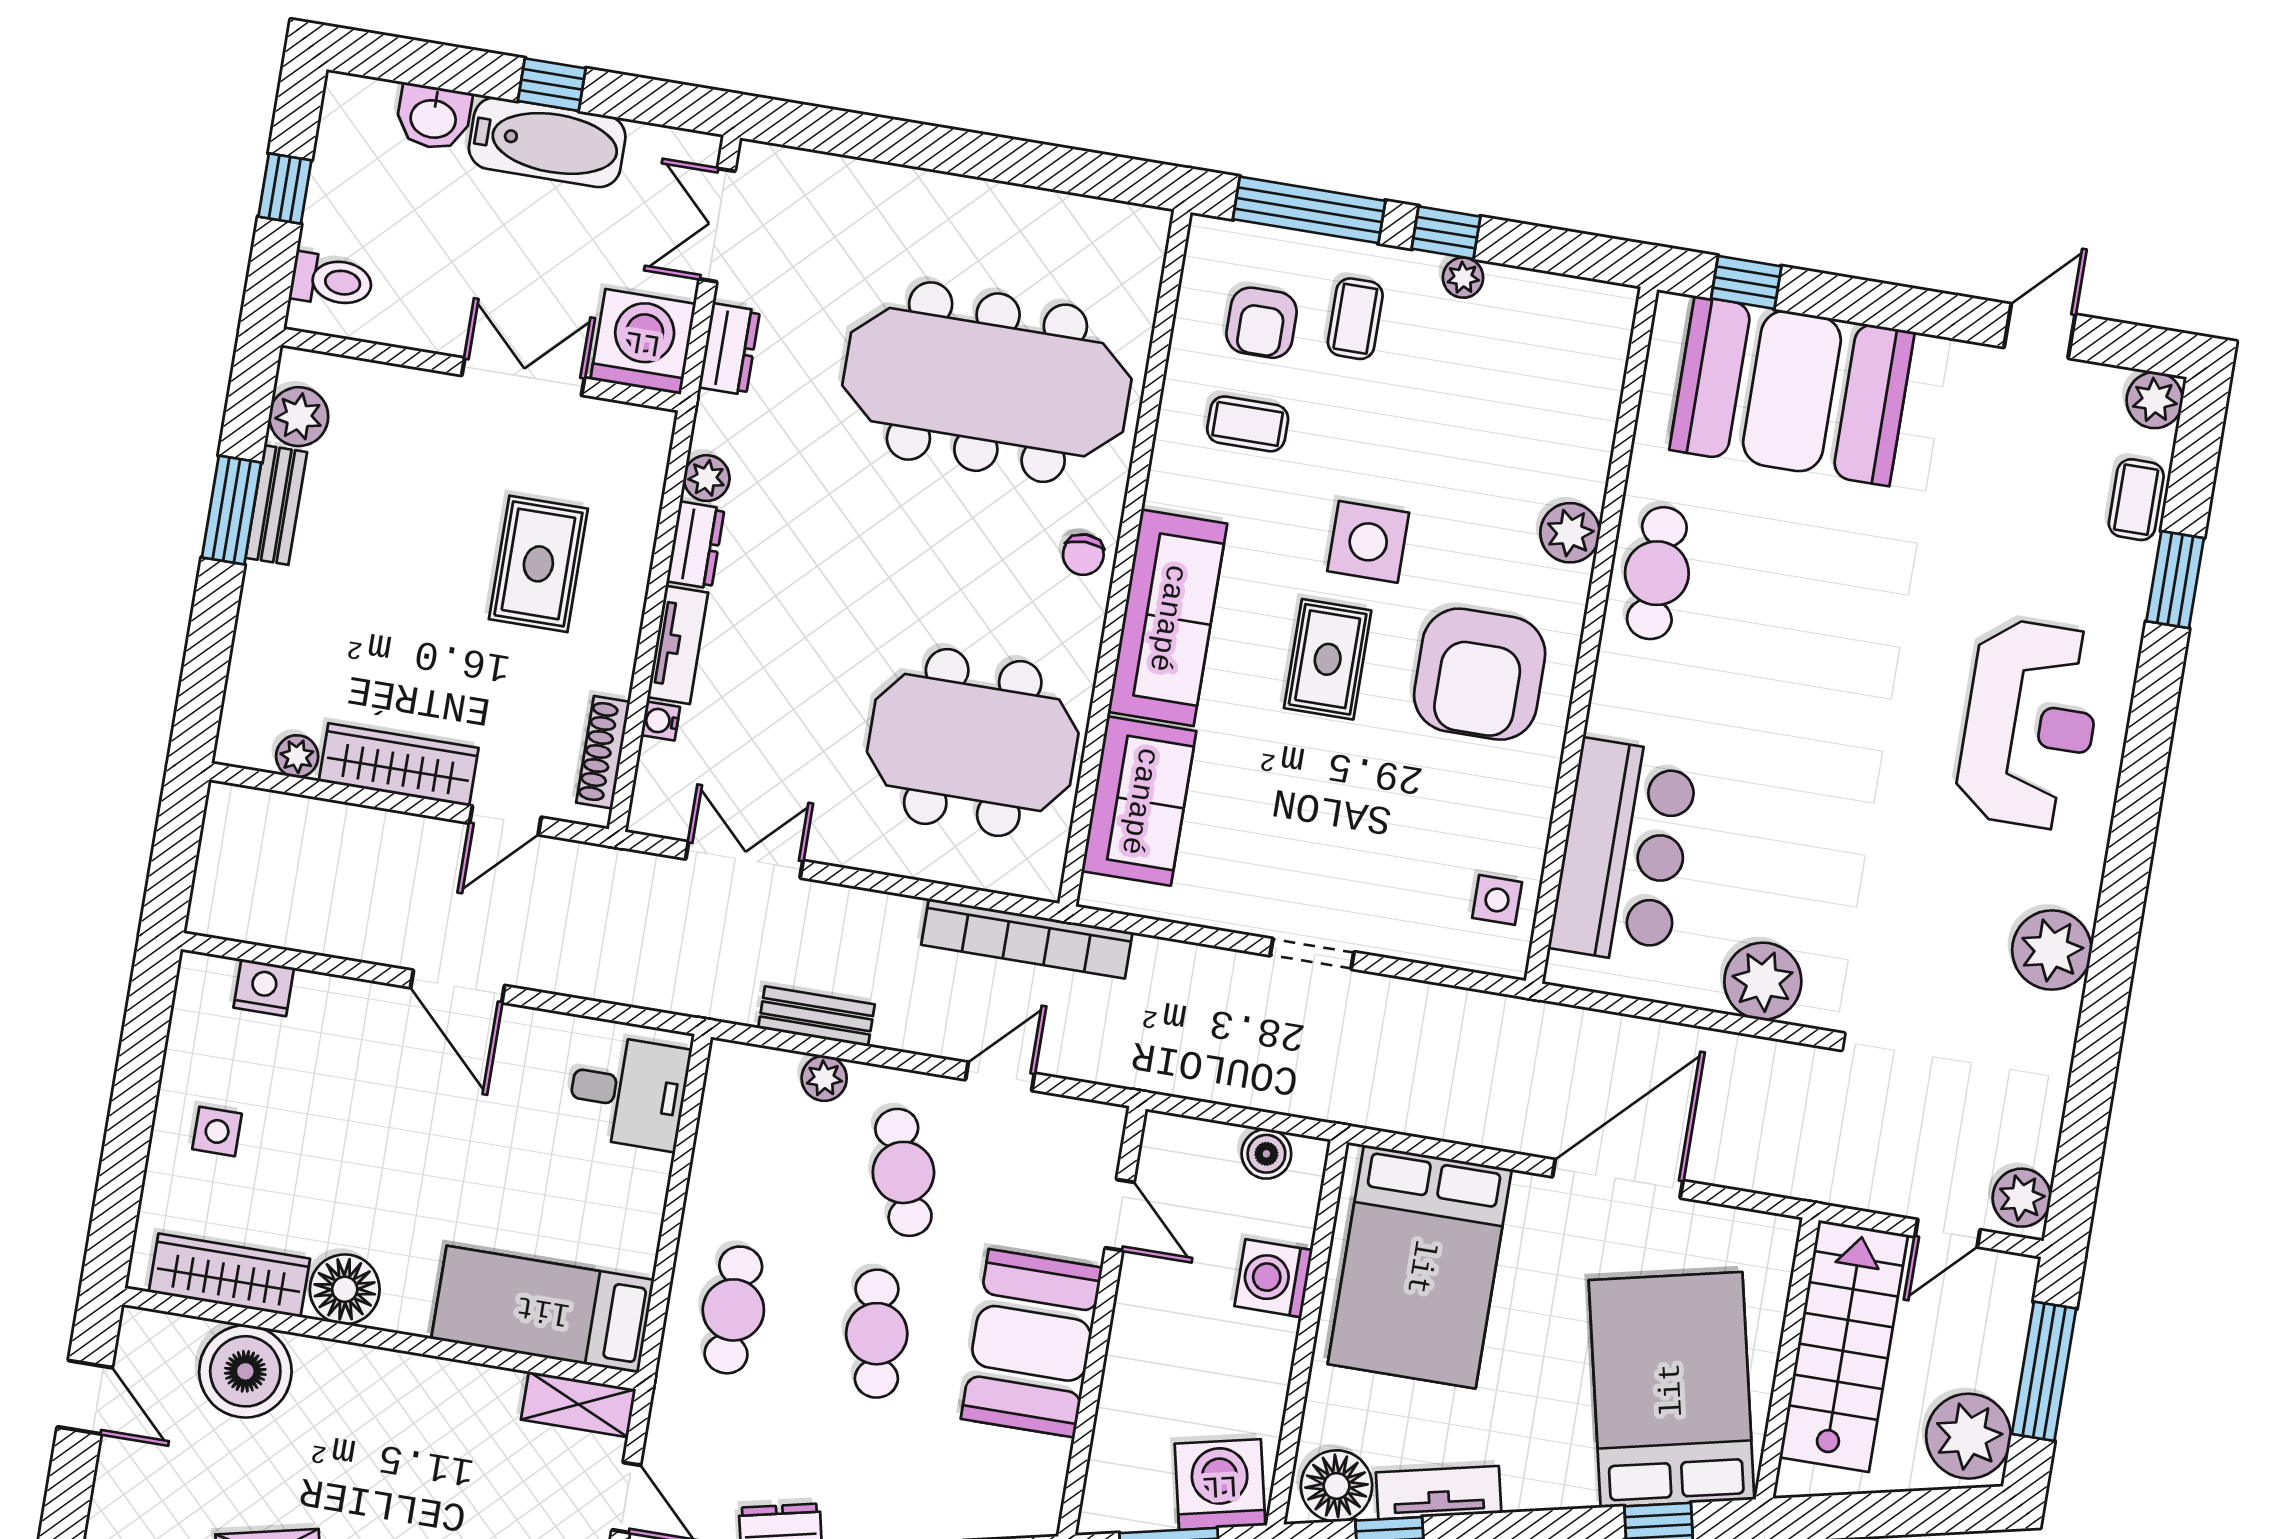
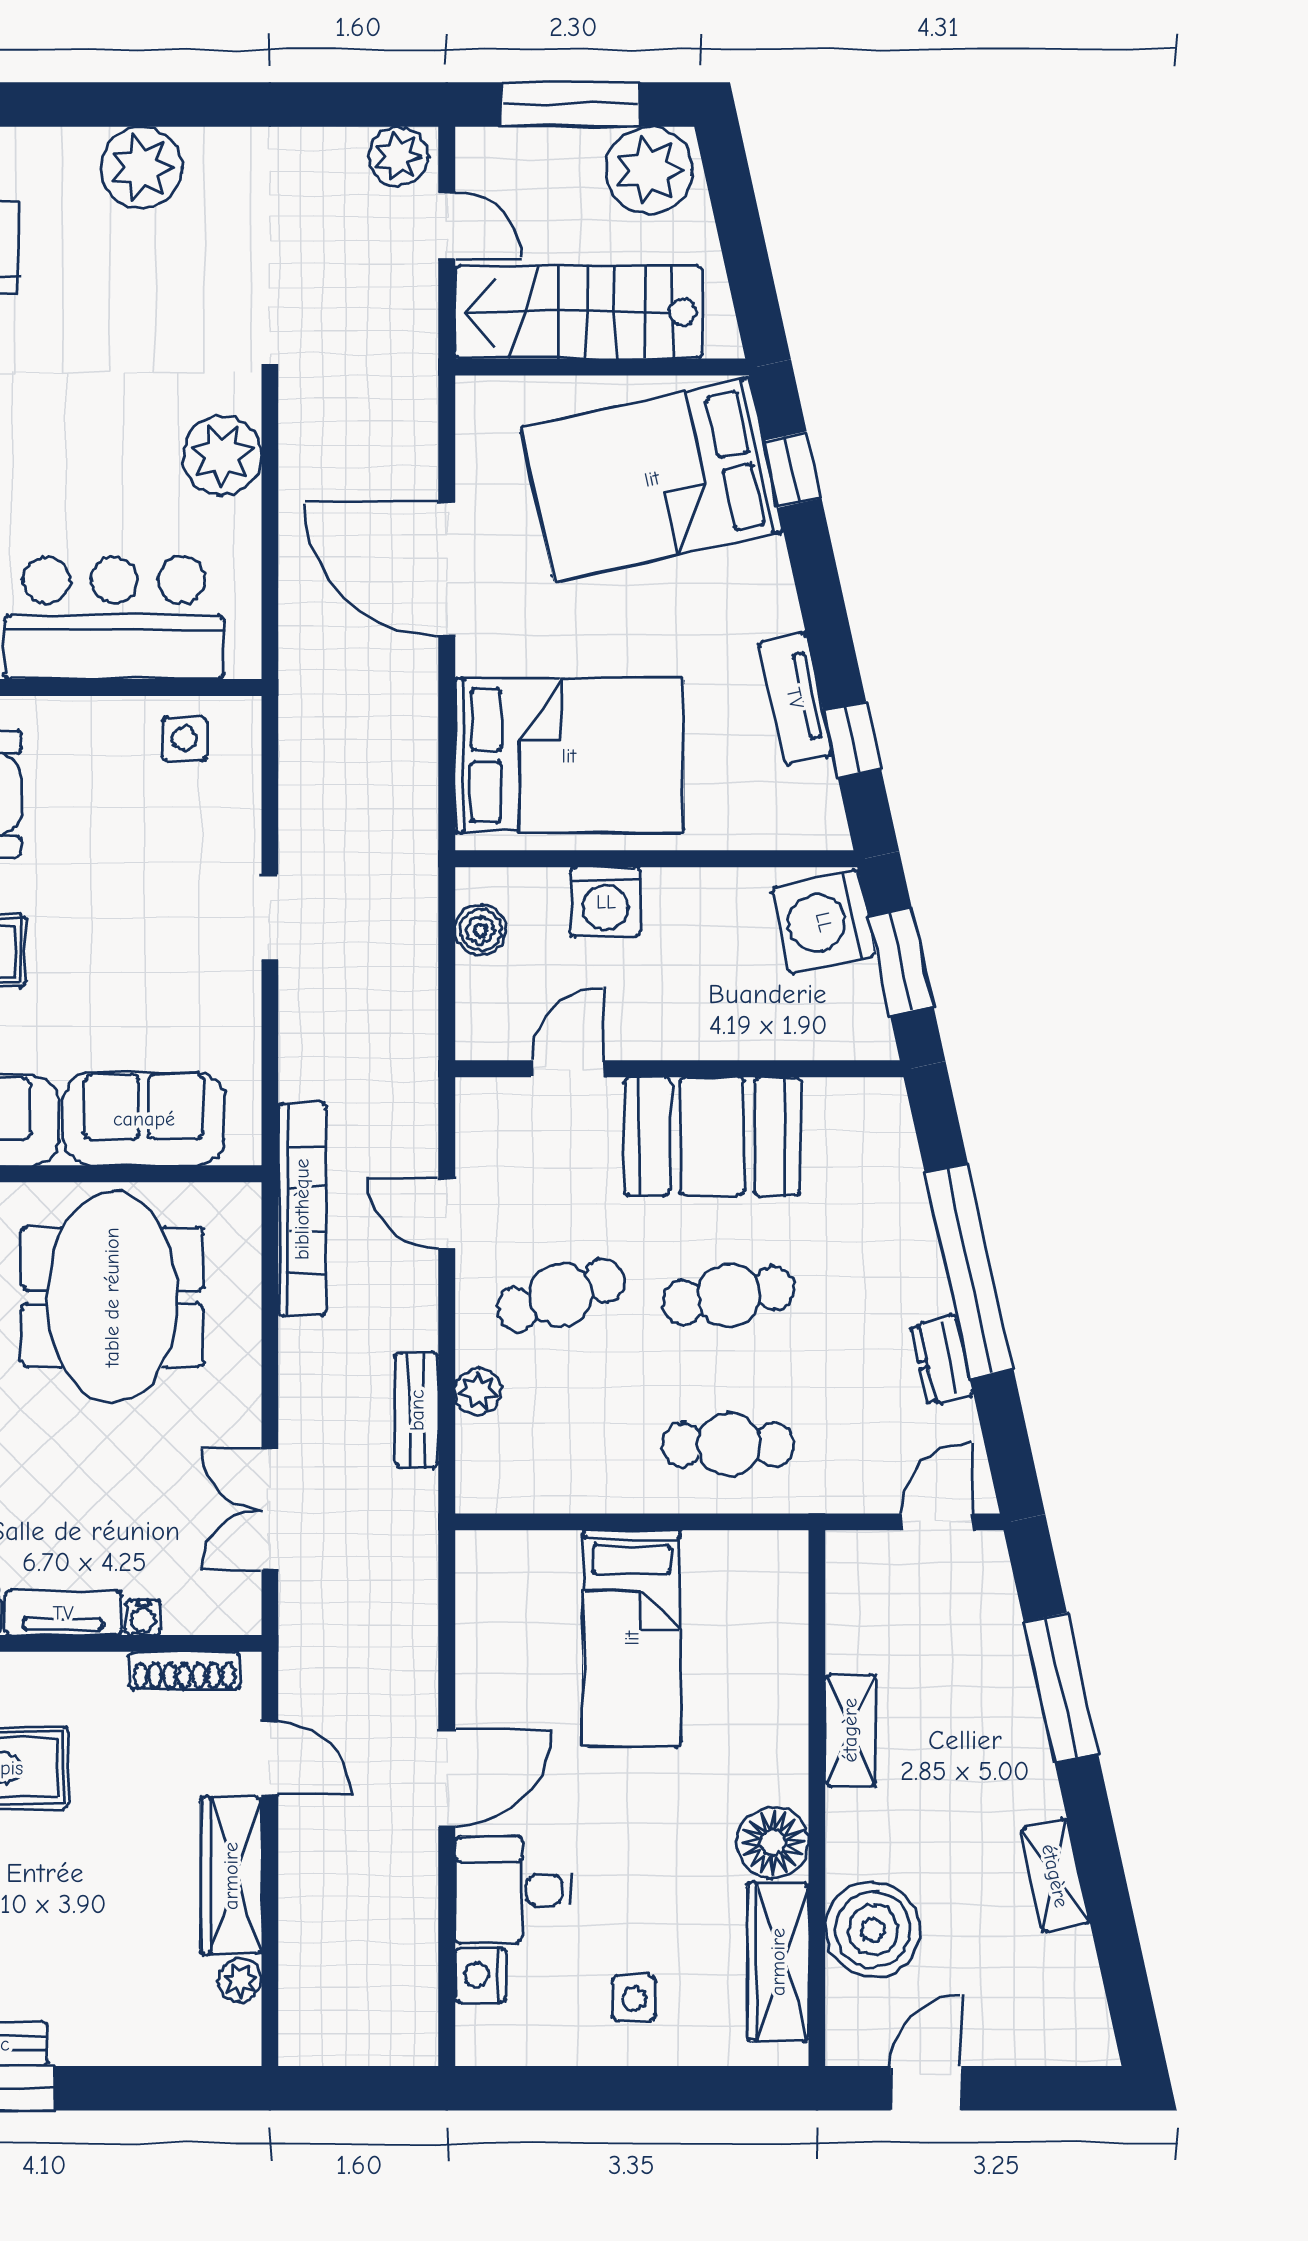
desk: (628, 1092) -> (513, 1890), moved, turned -90
bed: (543, 1309) -> (632, 1638), moved
shelving: (578, 1404) -> (850, 1730), moved
floor lamp: (1337, 1486) -> (806, 803), removed

